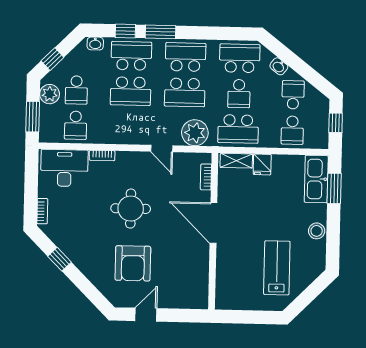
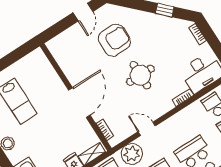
door: (213, 223) -> (79, 103), hinge flipped
armchair: (133, 263) -> (114, 40), turned 90

